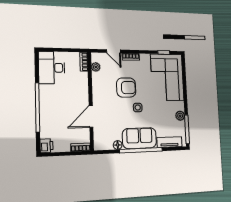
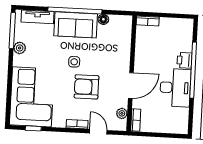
desk: (52, 68) -> (175, 88), moved
door: (91, 116) -> (131, 85), moved
printer: (46, 146) -> (184, 60), moved

